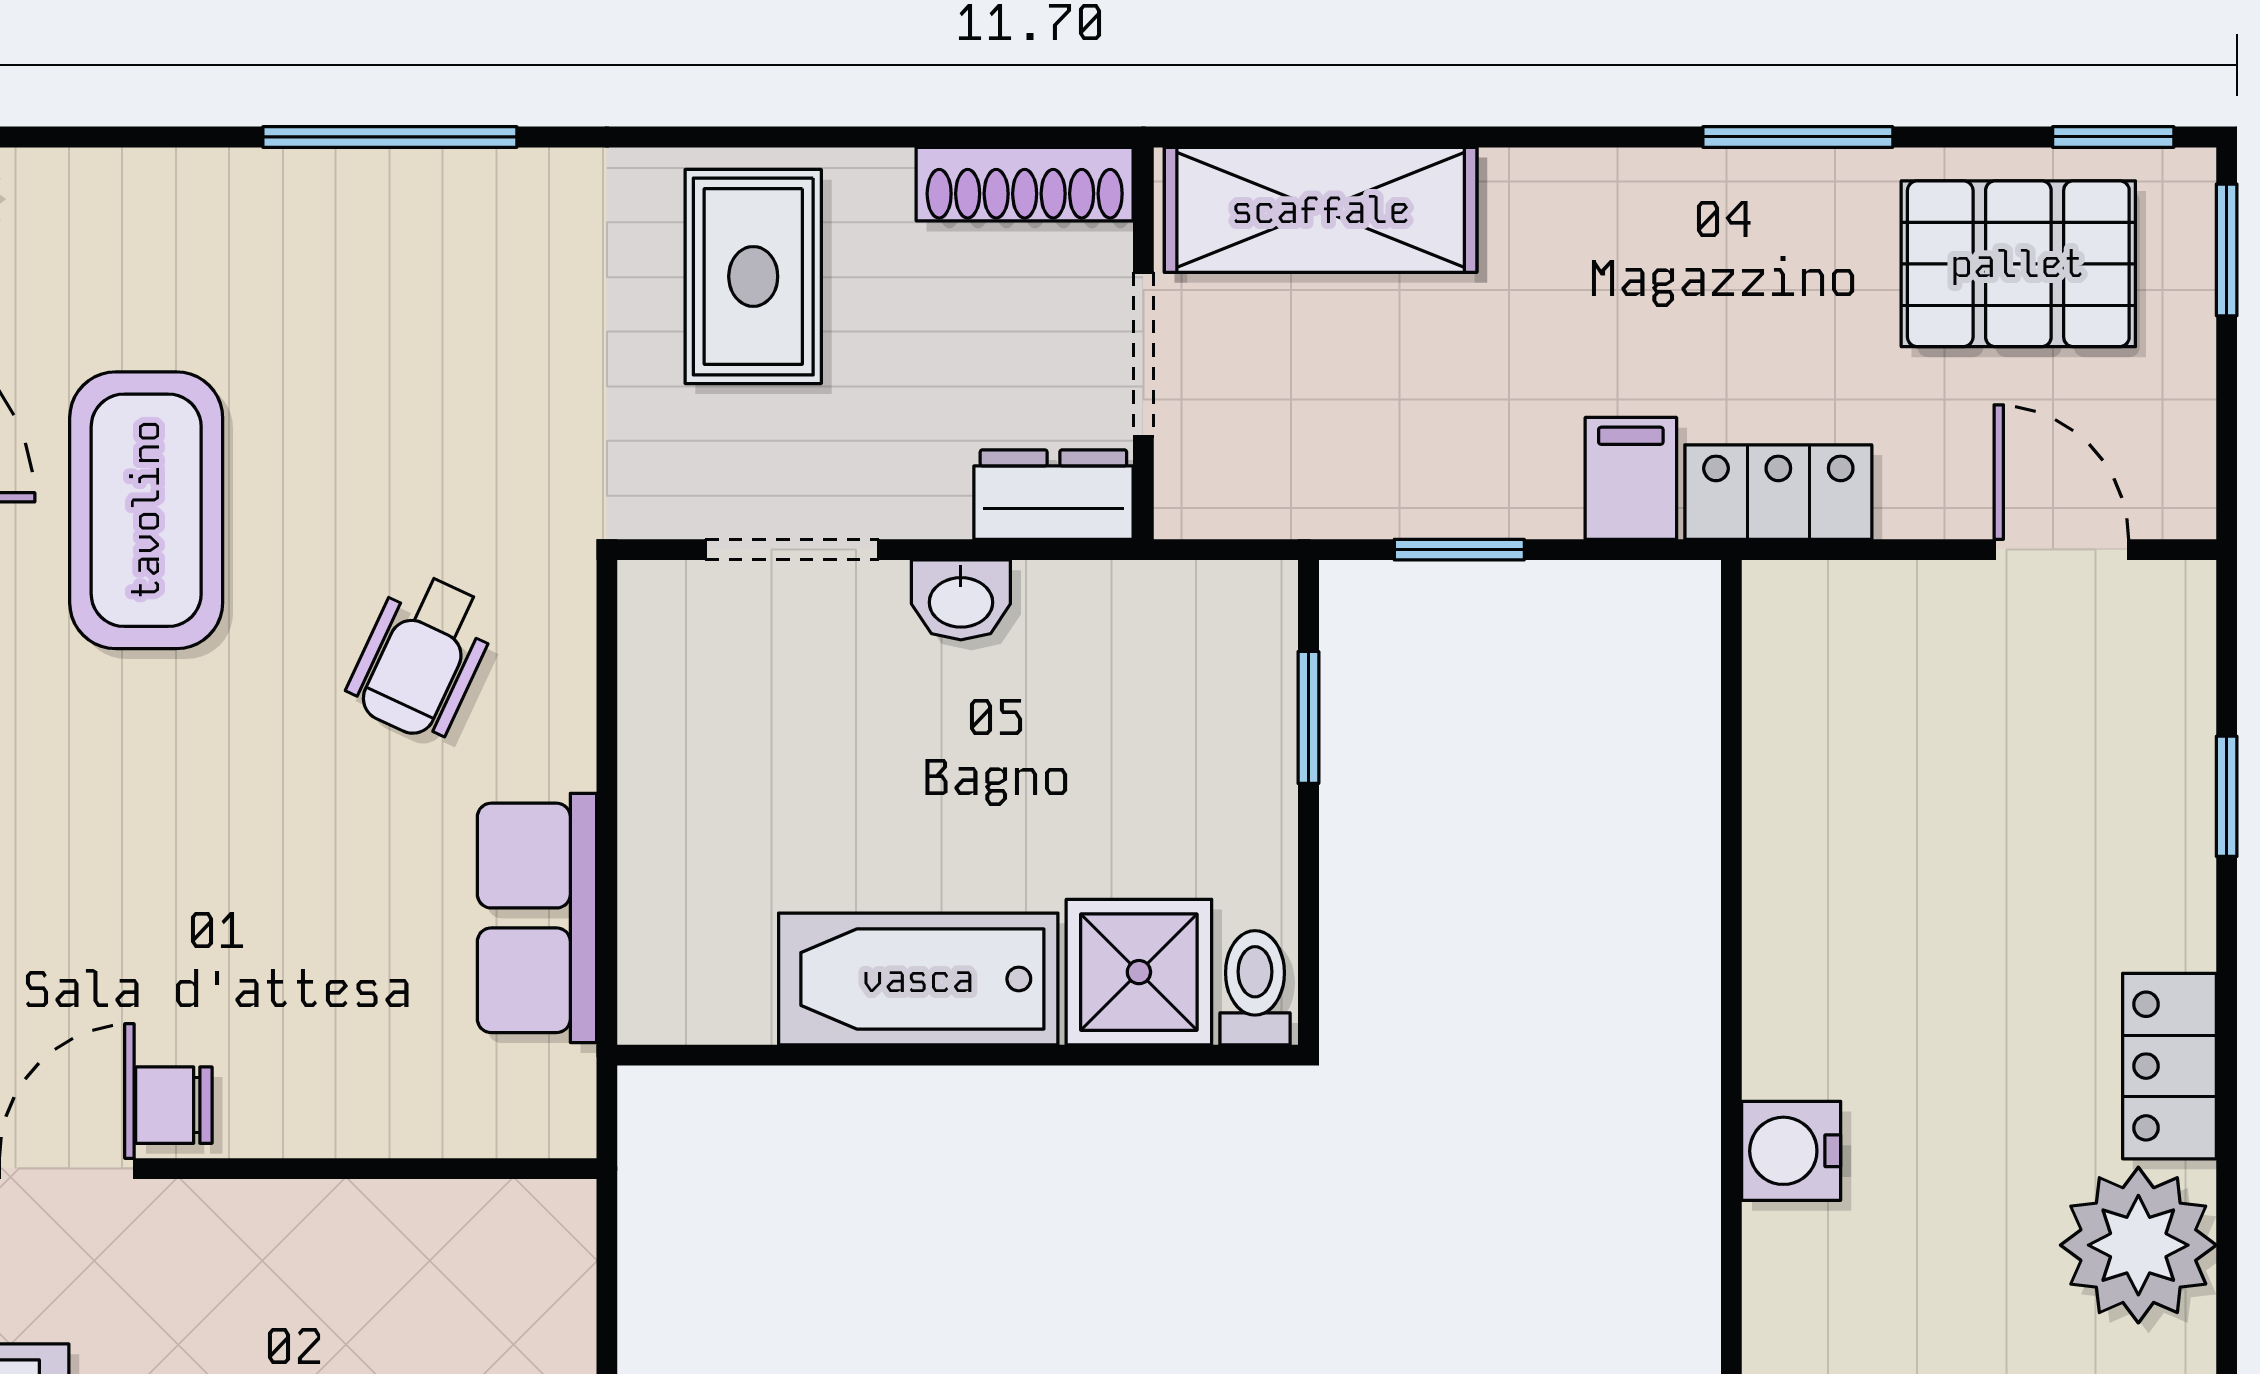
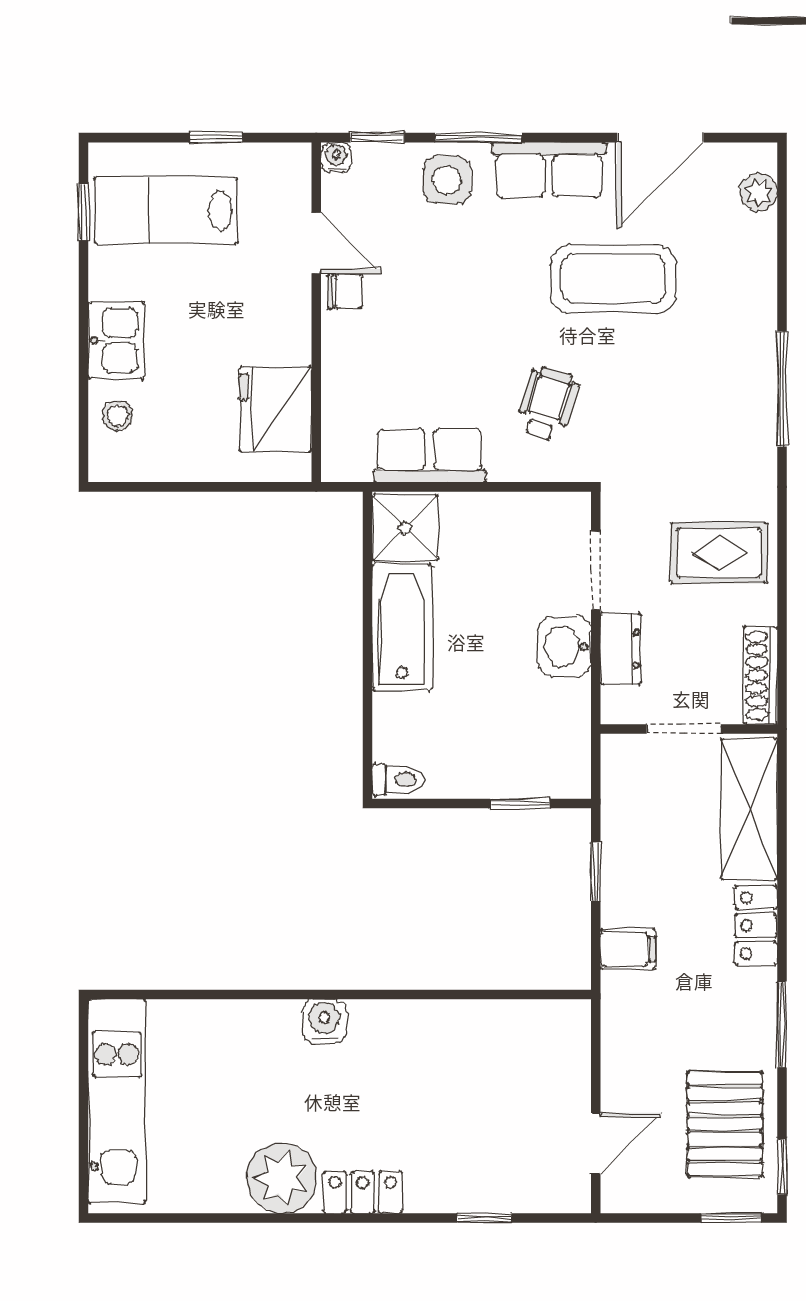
locker: (1778, 492) -> (756, 925), moved, turned 180
dresser: (1053, 495) -> (621, 649), moved
washbasin: (961, 600) -> (565, 647), width x1.38, depth x1.45
wheelchair: (422, 656) -> (548, 403), turned 82
shower: (1139, 972) -> (405, 528), moved
chair: (174, 1105) -> (345, 291), turned 90
fridge: (434, 1259) -> (276, 409), added

